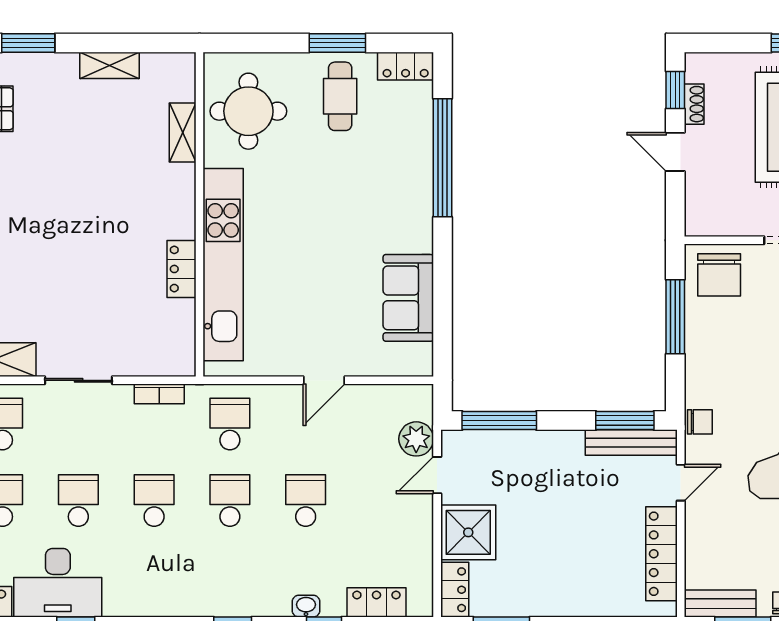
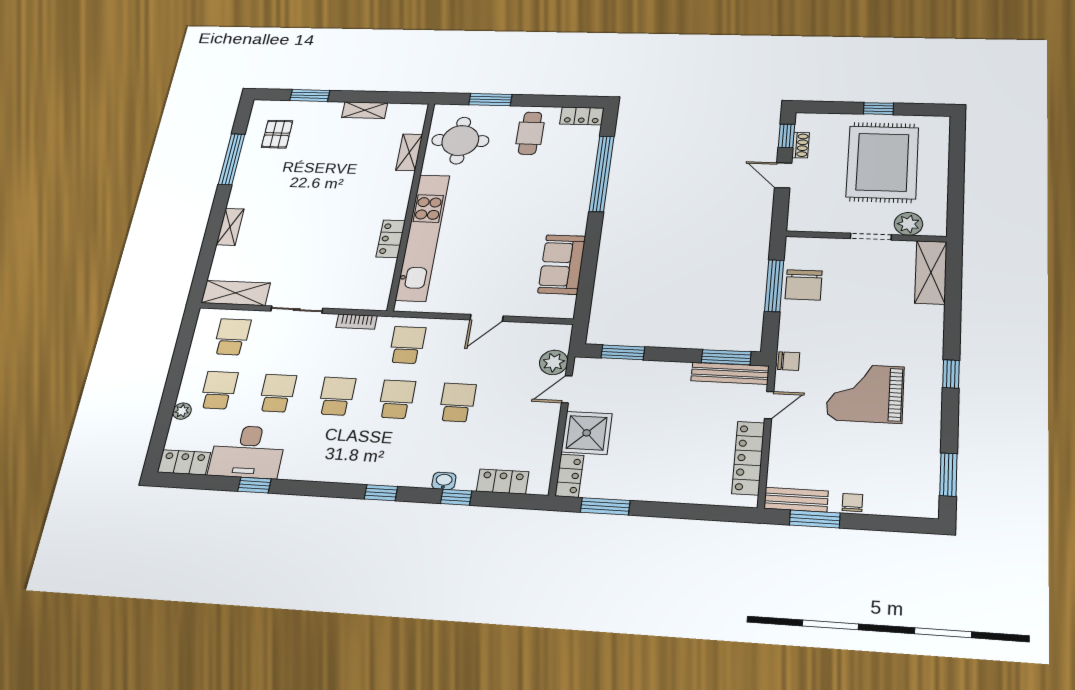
window: (337, 43) -> (490, 100), moved
chair: (719, 275) -> (804, 285), moved
window: (499, 420) -> (623, 352), width x0.69

